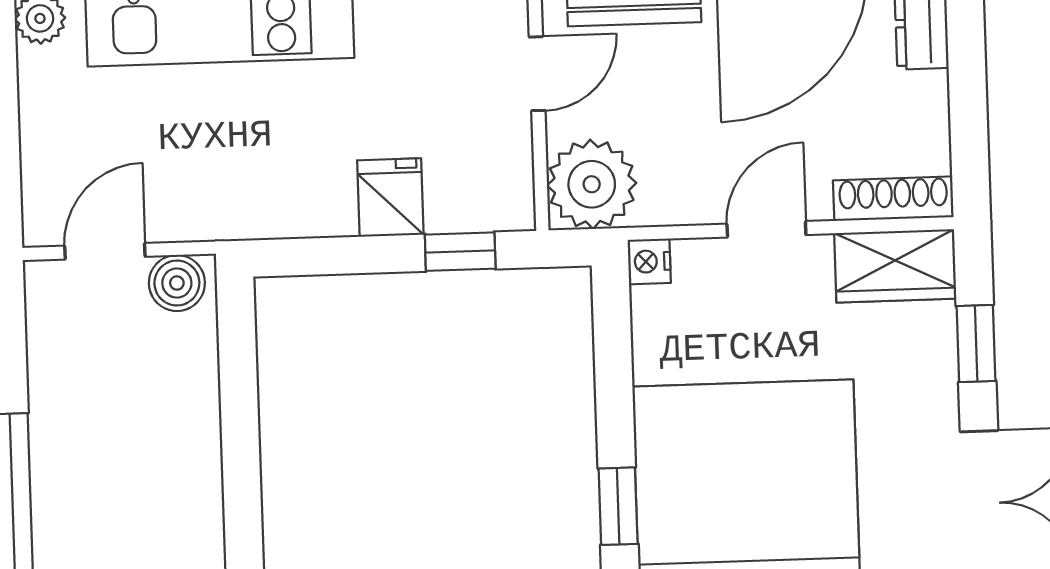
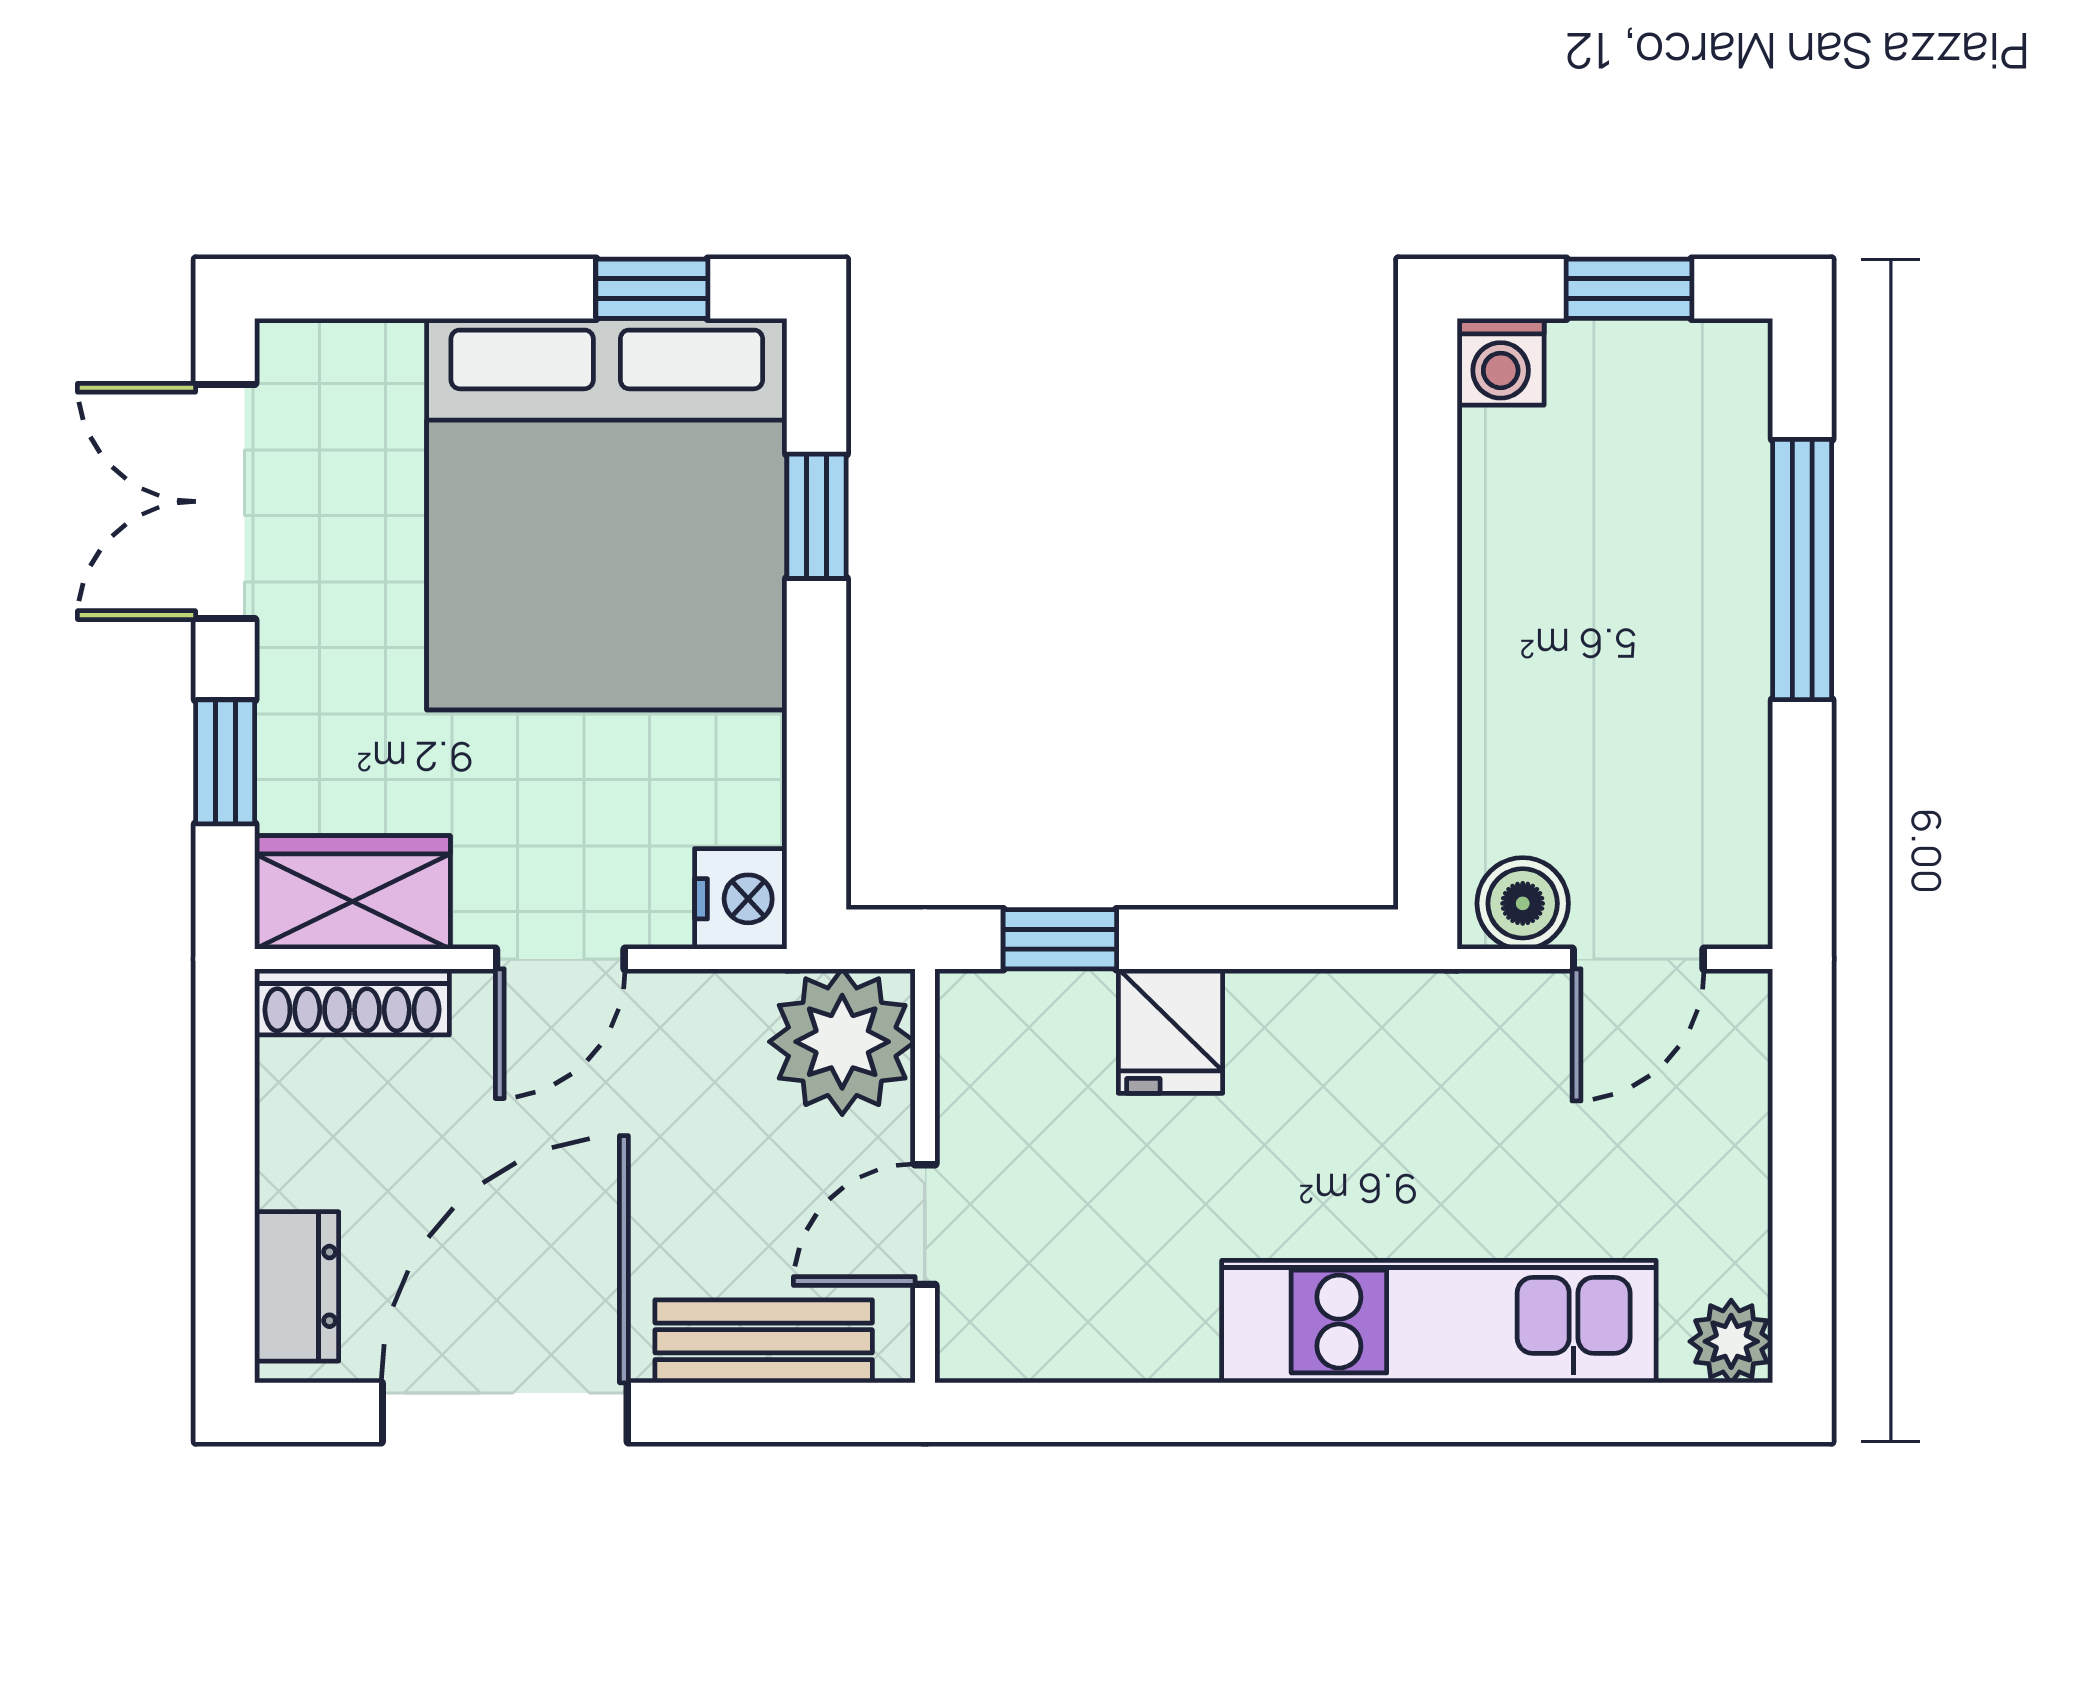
nightstand: (649, 261) -> (741, 899), width x1.39, depth x1.35

